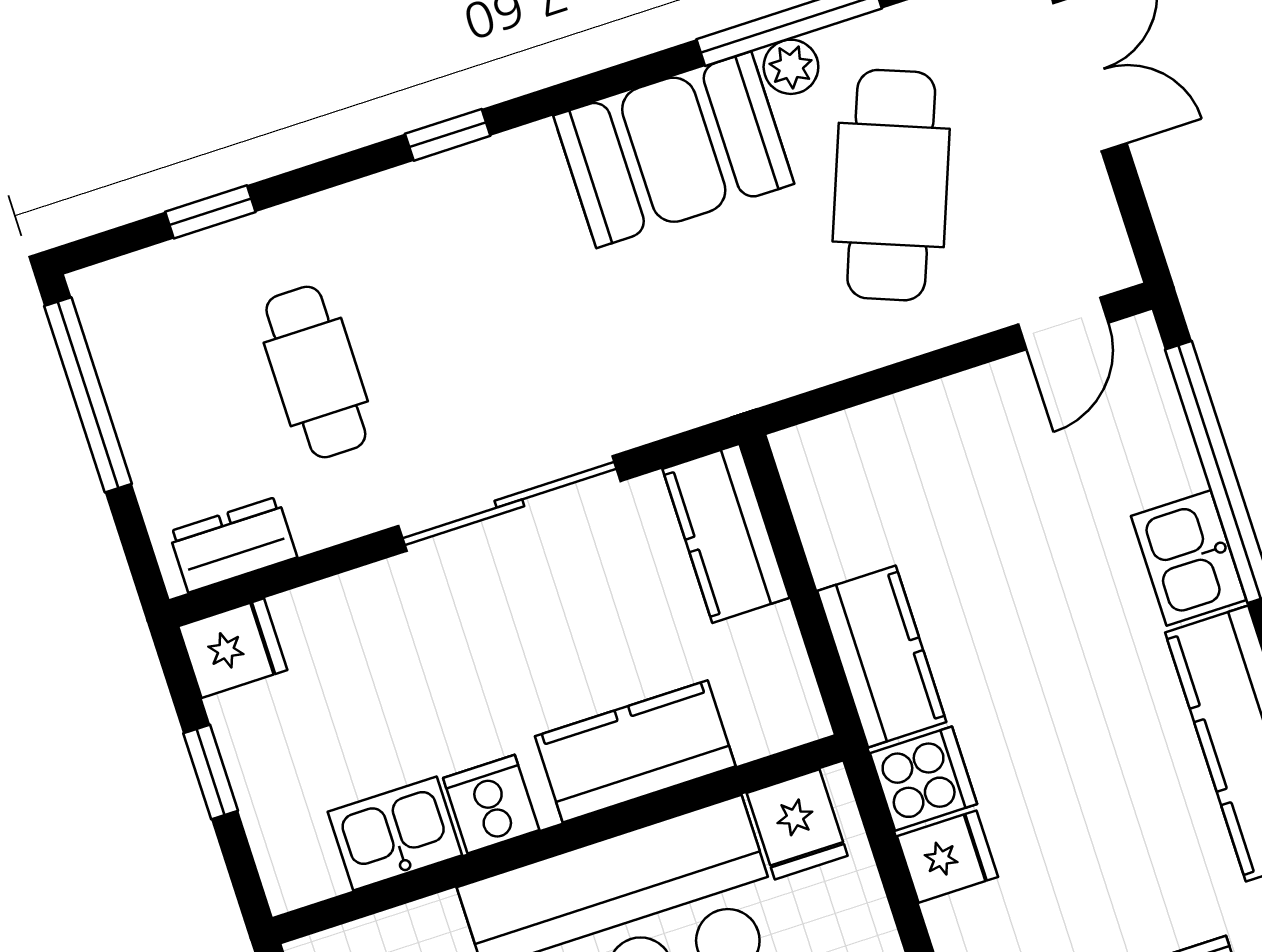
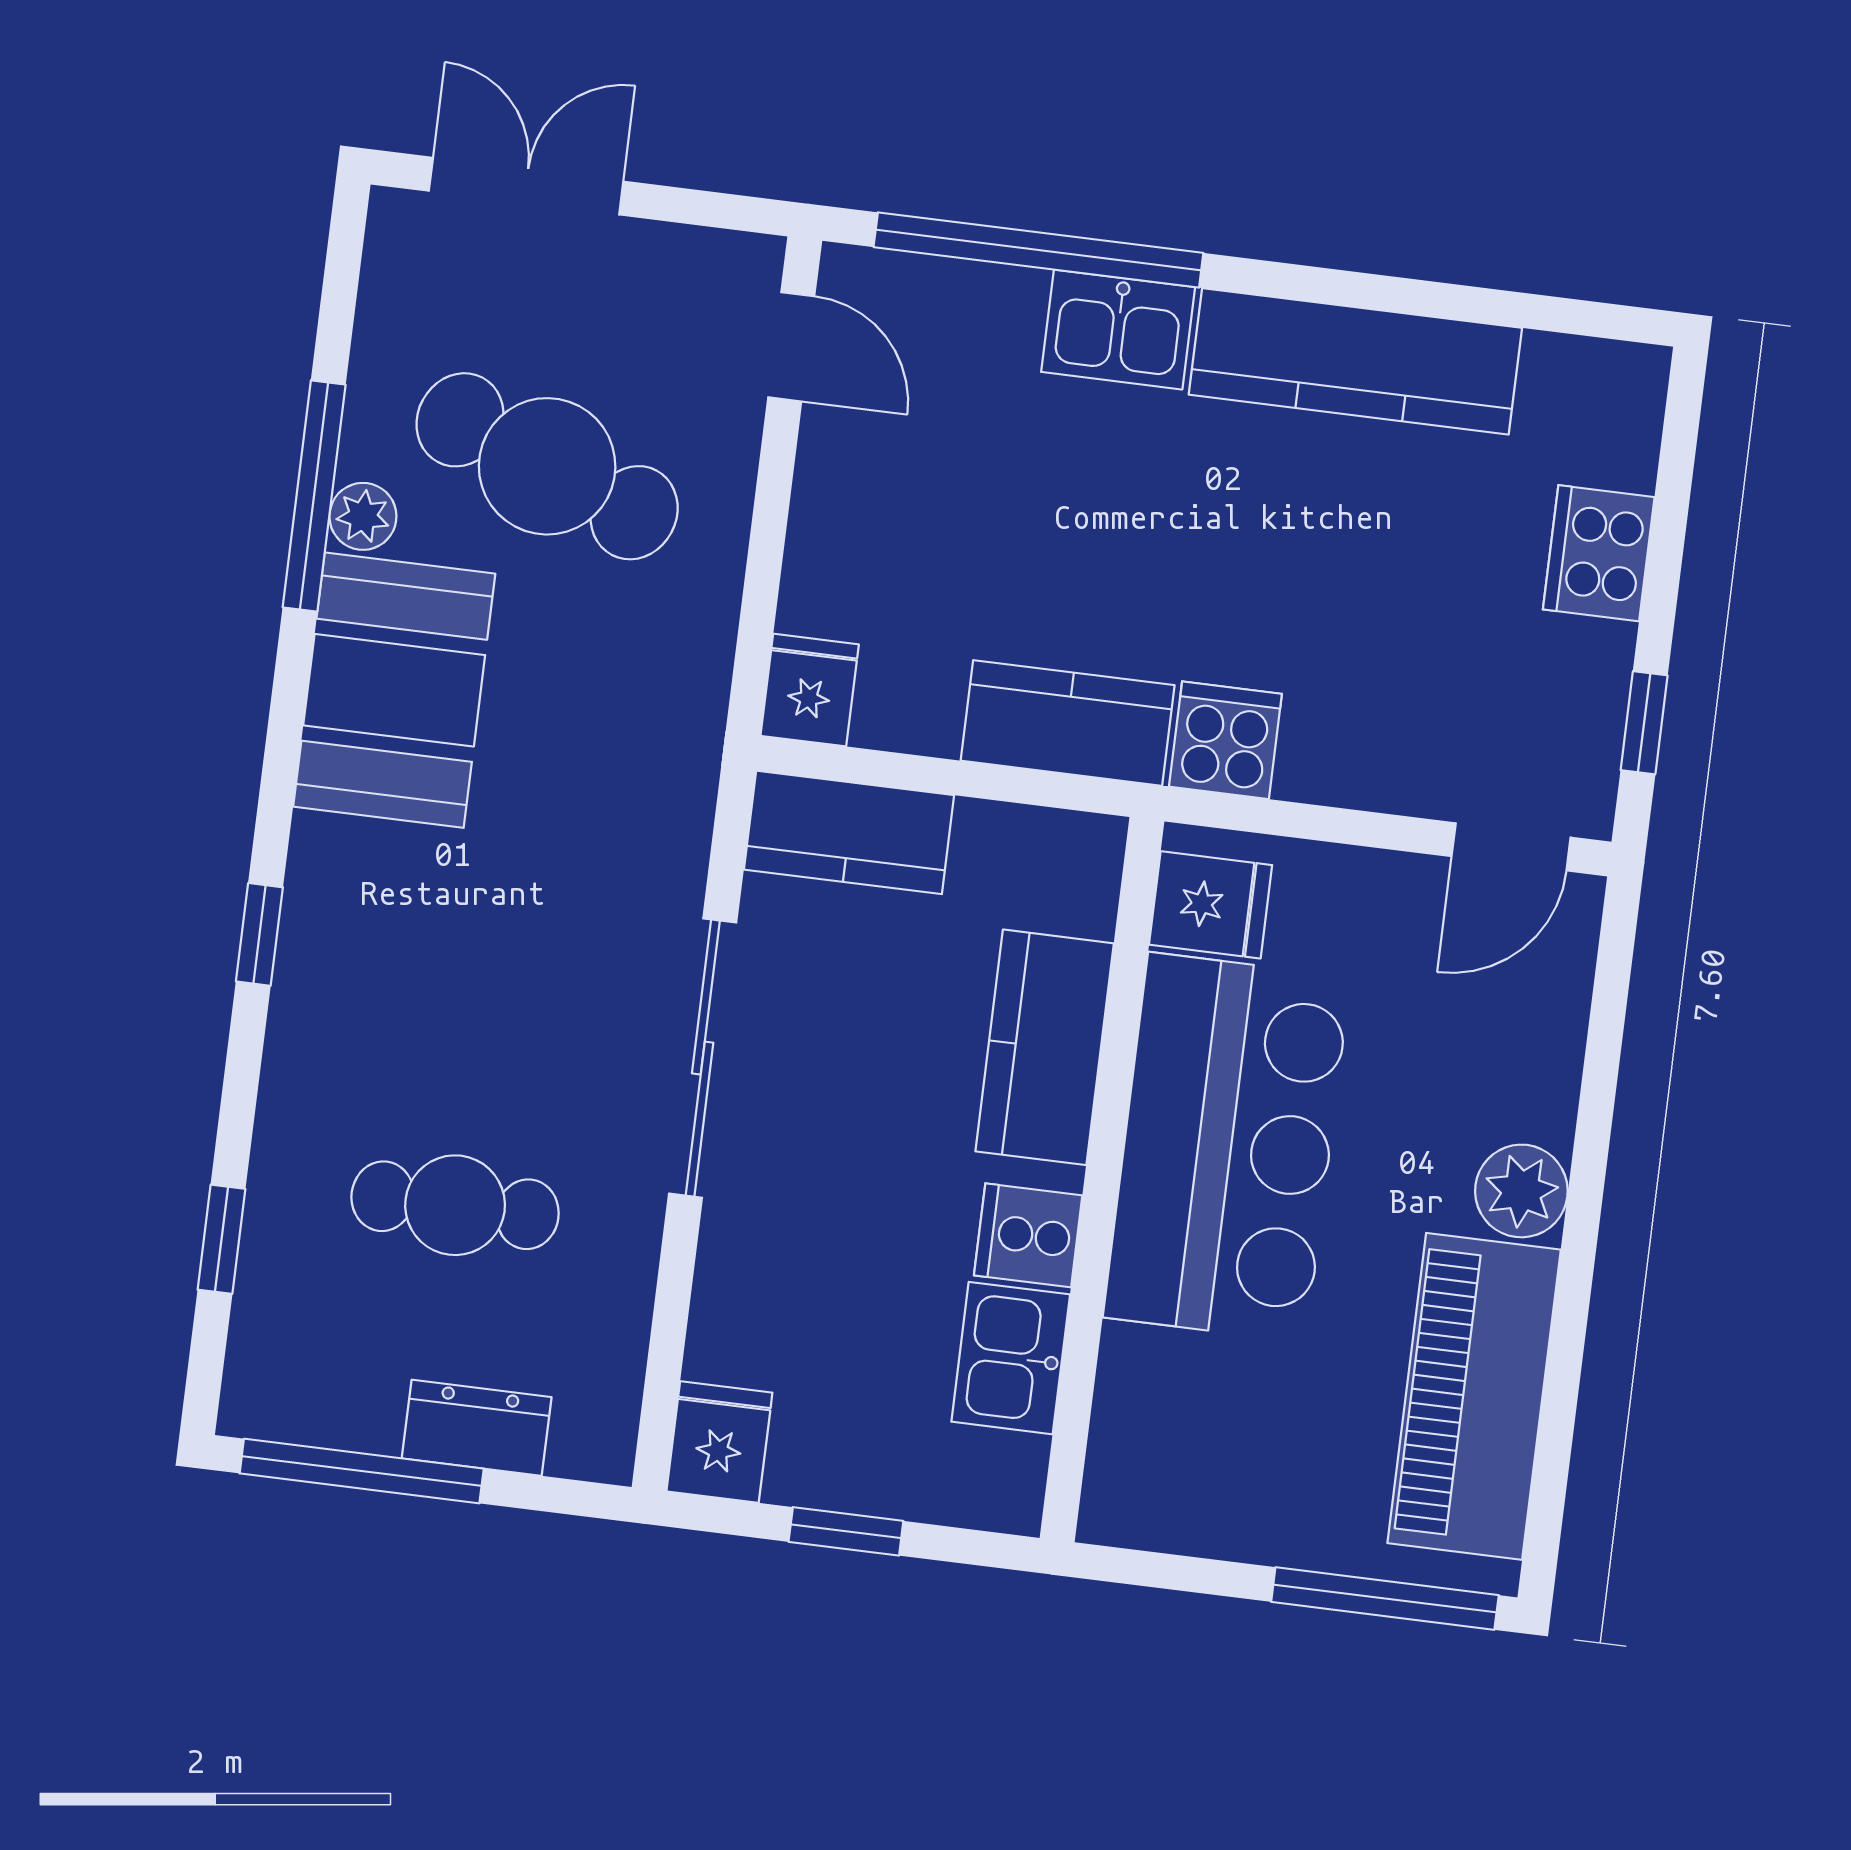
dresser: (233, 545) -> (477, 1428), moved, turned 90
fridge: (947, 857) -> (810, 690), moved

